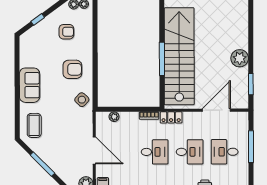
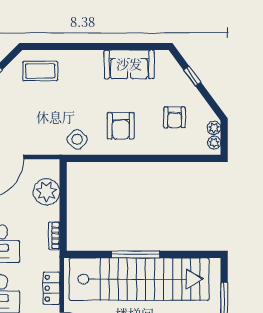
sofa: (30, 85) -> (129, 64), moved
plant: (114, 117) -> (46, 192), width x1.88, depth x1.88
locker: (171, 117) -> (51, 288), moved

